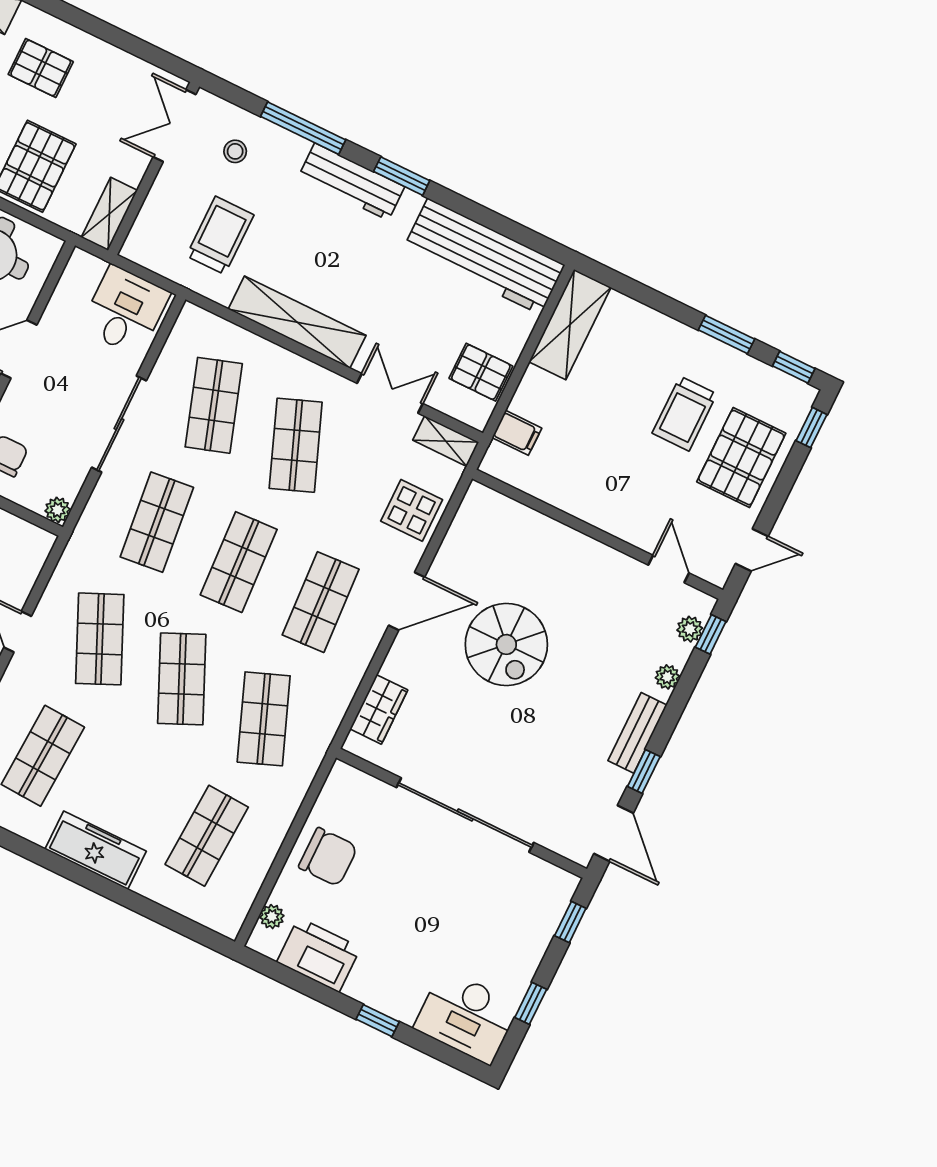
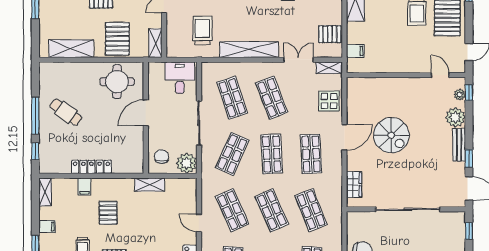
plant: (58, 510) -> (187, 163), width x1.87, depth x1.87
shop shelf: (157, 522) -> (232, 154), turned 30
plant: (667, 677) -> (455, 117), width x1.87, depth x1.87

